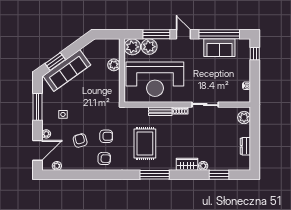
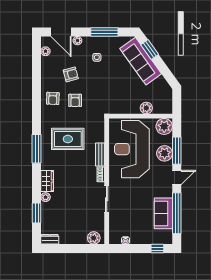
plant: (149, 47) -> (165, 153), moved
dresser: (245, 146) -> (50, 239), moved

